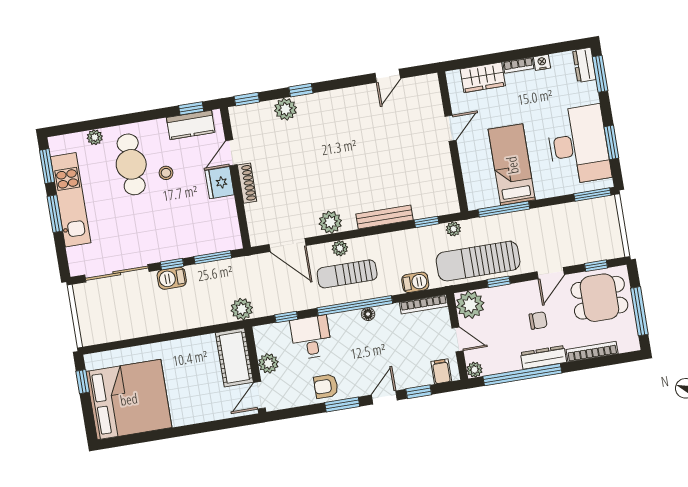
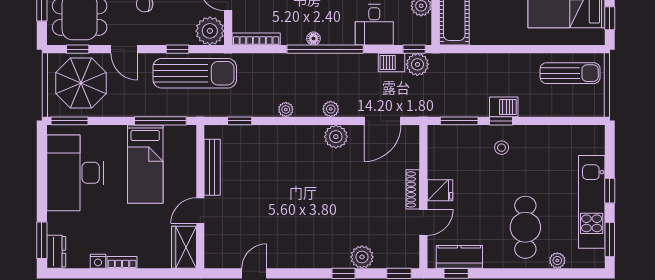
wardrobe: (483, 77) -> (184, 247), moved, turned -90
window: (611, 142) -> (42, 170), removed
stool: (166, 173) -> (502, 148), moved
fridge: (220, 183) -> (440, 190), width x0.72
window: (55, 214) -> (610, 191), width x0.67
bench: (385, 217) -> (212, 167), moved, turned 90
plant: (453, 229) -> (286, 109), moved
parasol: (587, 233) -> (81, 83), added
door: (288, 245) -> (382, 121), swing flipped
sliding door: (117, 273) -> (558, 121), removed
door: (551, 273) -> (124, 49), swing flipped
sun lounger: (347, 274) -> (570, 73), moved
barbecue: (415, 282) -> (392, 62), moved
plant: (242, 309) -> (417, 64), moved
window: (286, 317) -> (414, 49), moved

